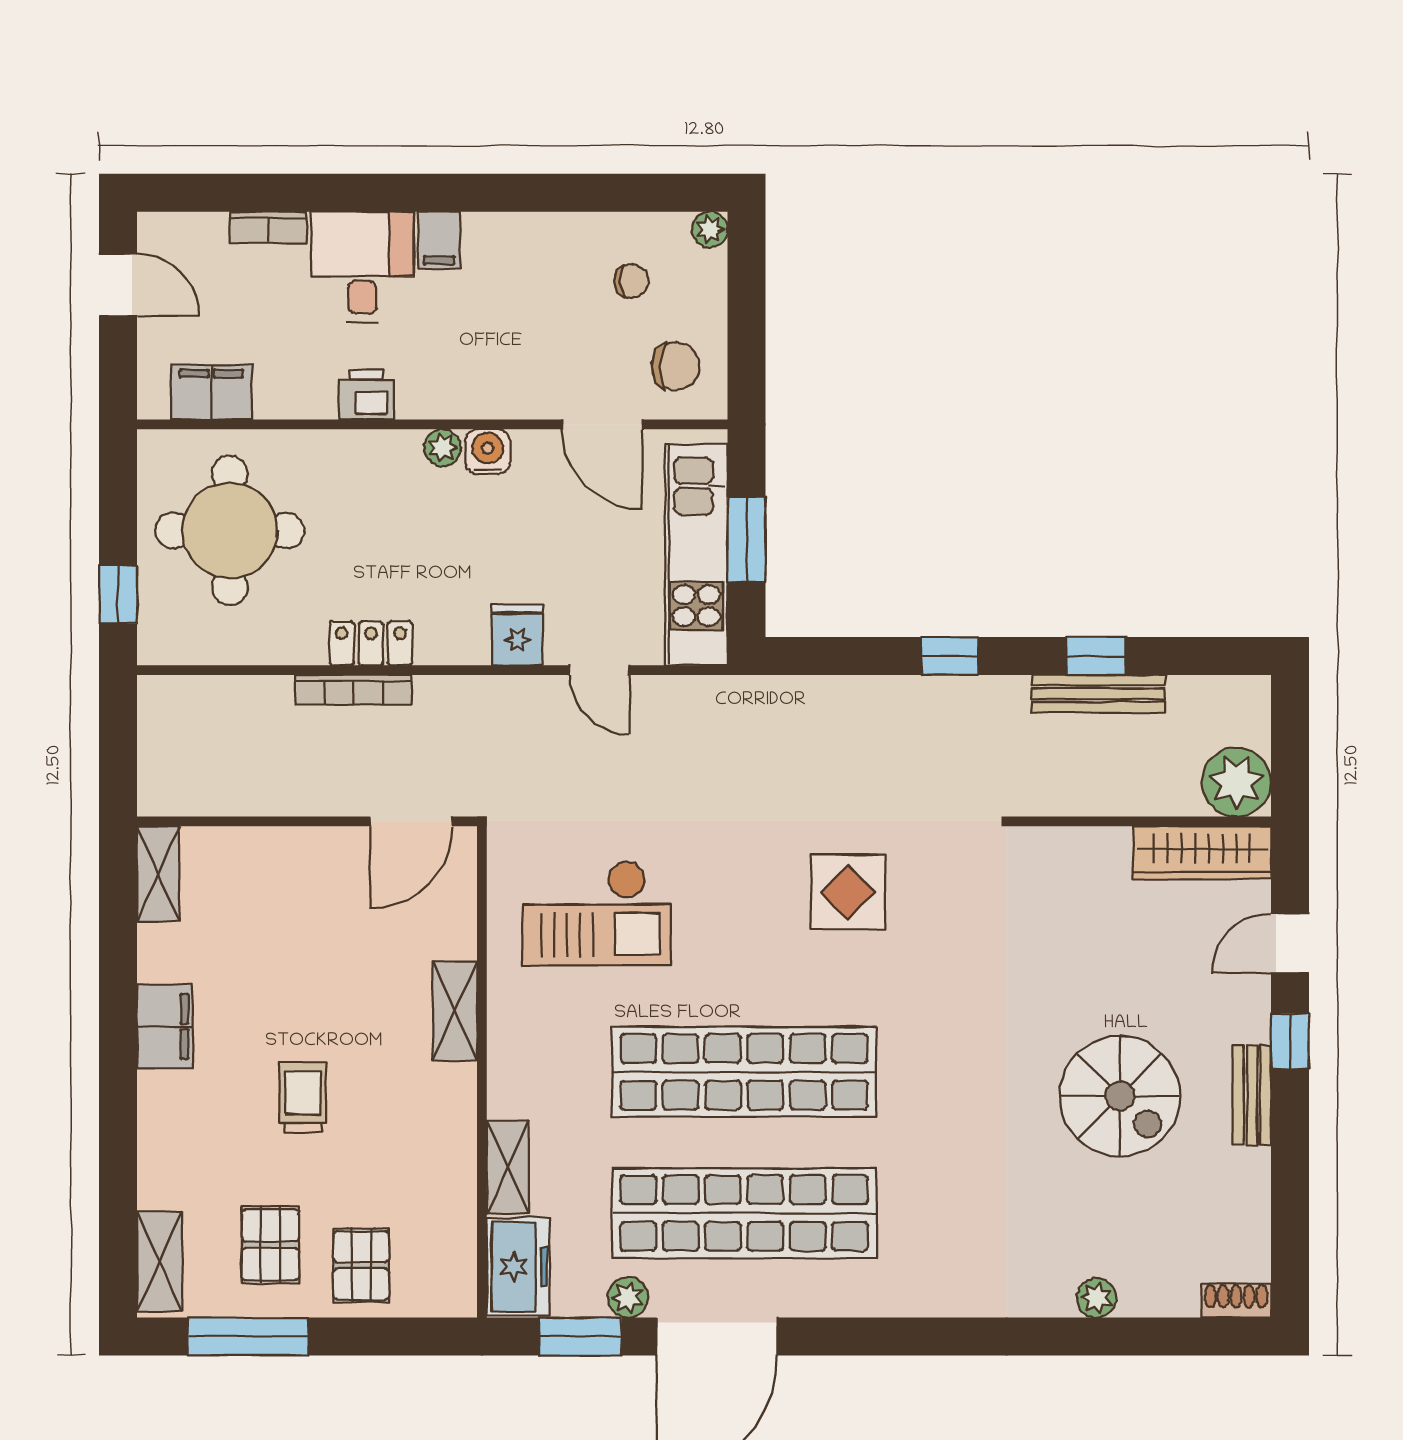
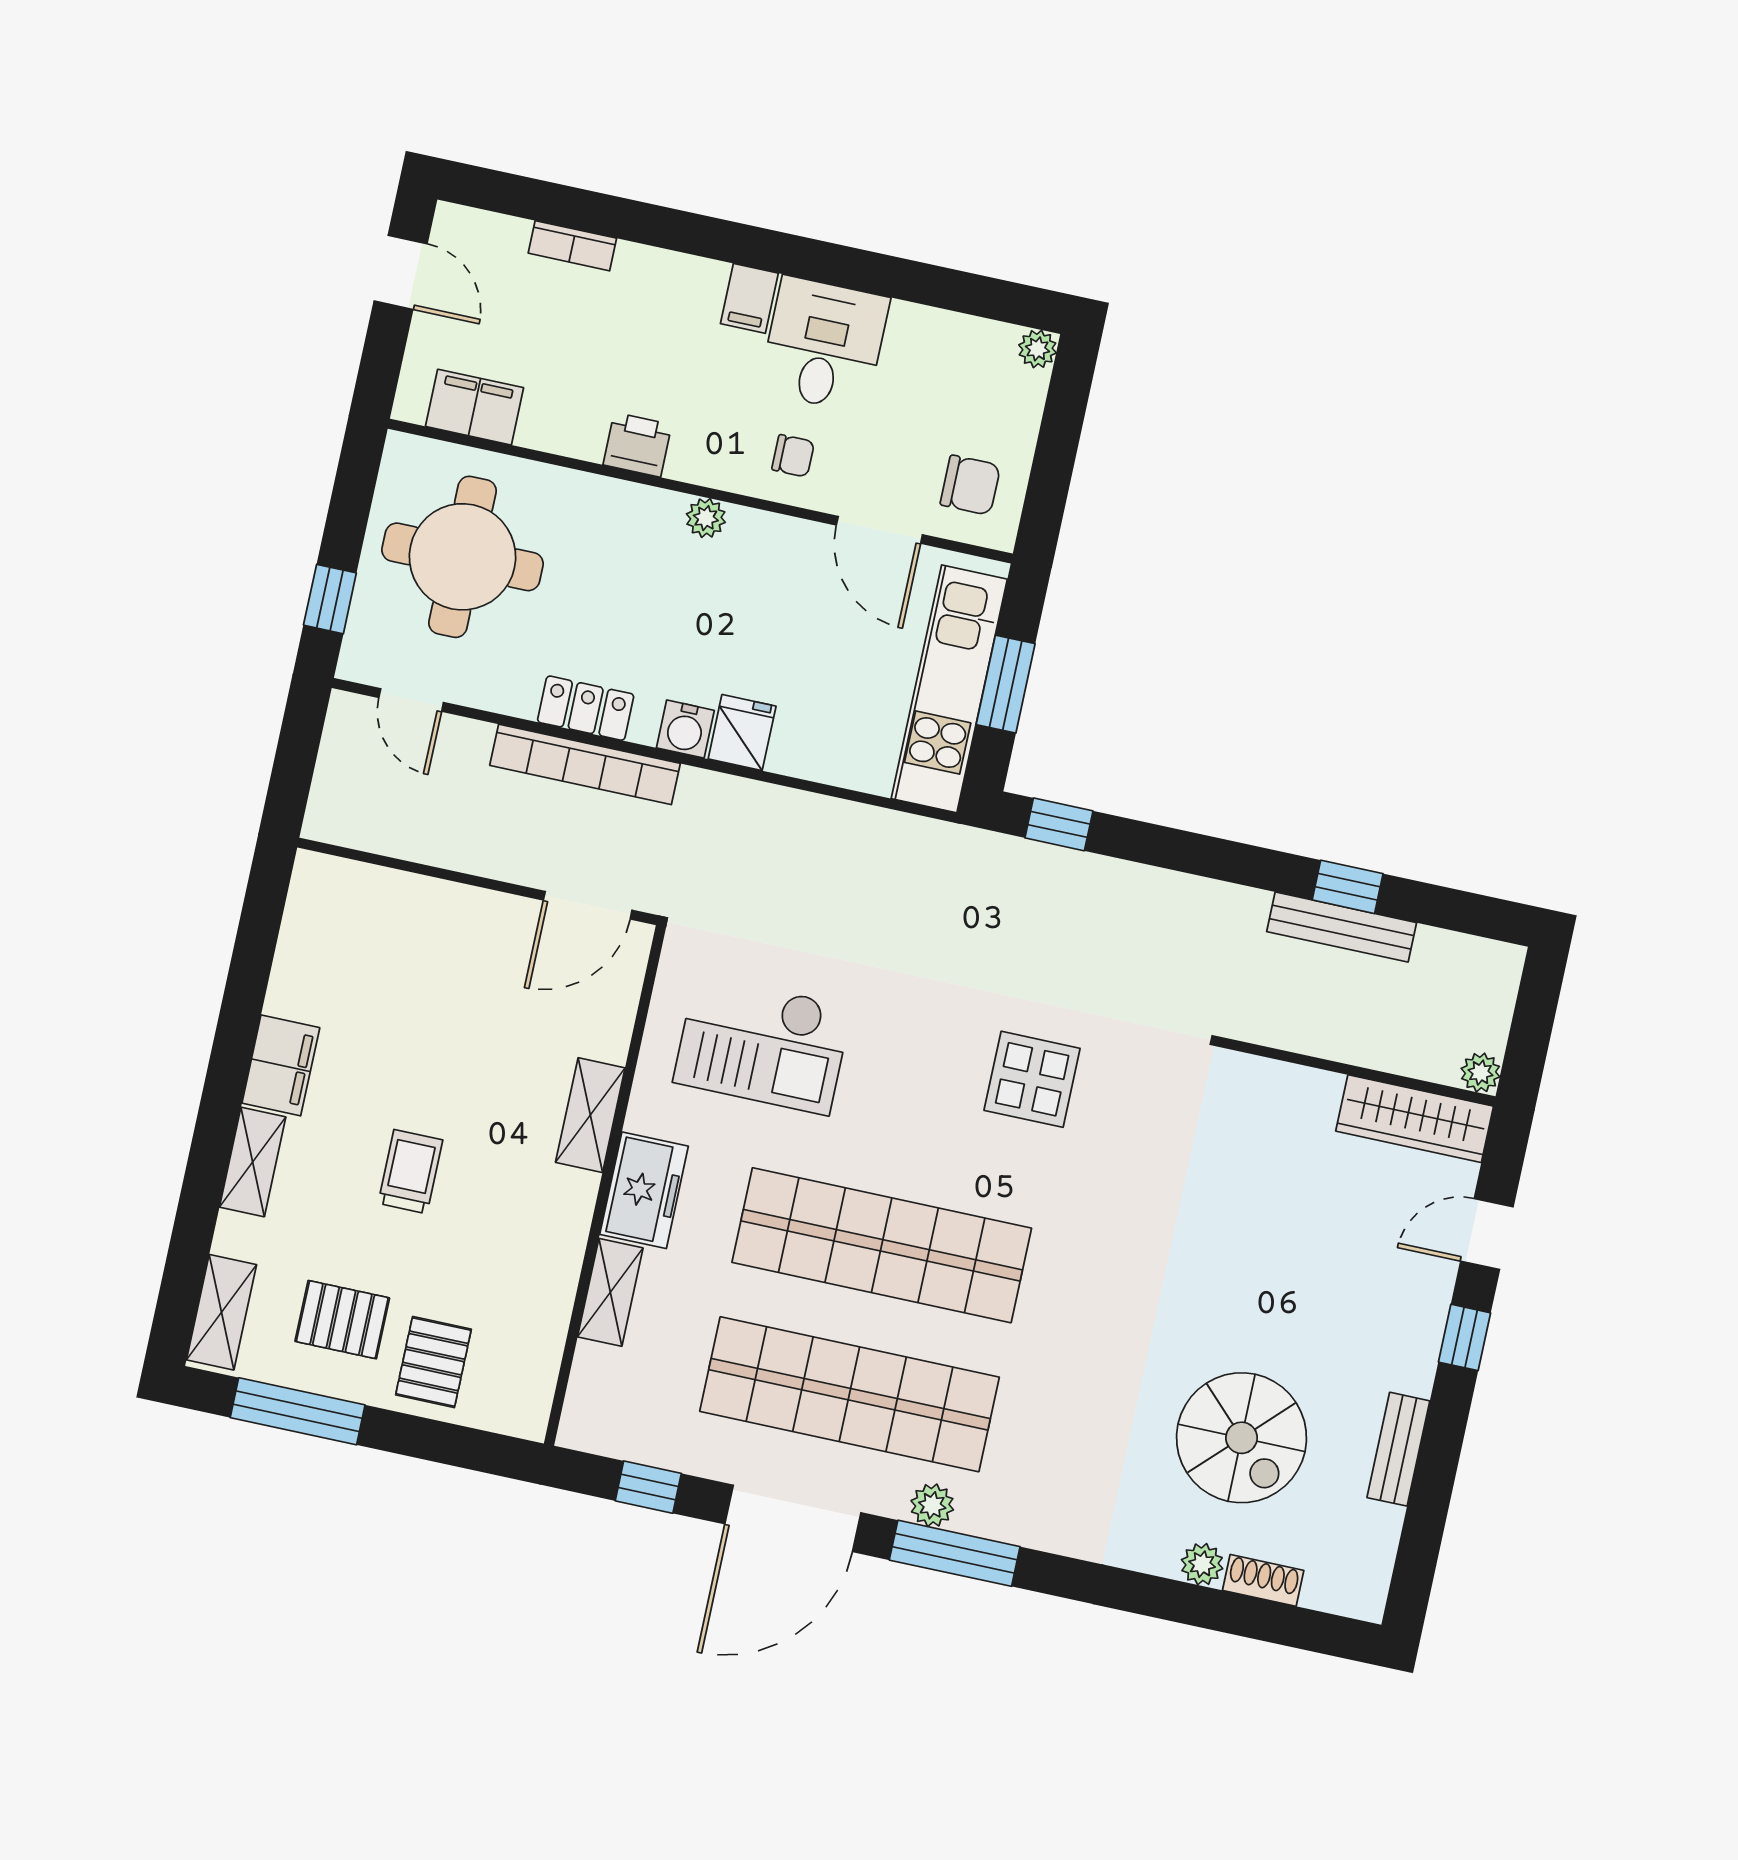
desk: (362, 267) -> (824, 344), moved
chair: (631, 281) -> (793, 456), moved
water cooler: (488, 452) -> (685, 729), moved, turned 180
window: (950, 656) -> (1059, 824), moved
door: (600, 670) -> (411, 700), moved
bookcase: (353, 690) -> (585, 764), width x1.48, depth x1.31
plant: (1237, 782) -> (1481, 1073), width x0.53, depth x0.53
shelving: (158, 873) -> (253, 1162), moved
bench: (1252, 1095) -> (1398, 1449), moved
spiral stairs: (1120, 1096) -> (1242, 1438), moved
pallet: (270, 1245) -> (342, 1320), turned 90
freezer: (518, 1267) -> (644, 1190), moved
plant: (628, 1297) -> (932, 1505), moved
shoe rack: (1236, 1301) -> (1263, 1580), moved
window: (580, 1336) -> (648, 1487), width x0.67
window: (871, 1336) -> (955, 1553), added

